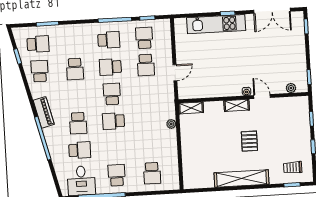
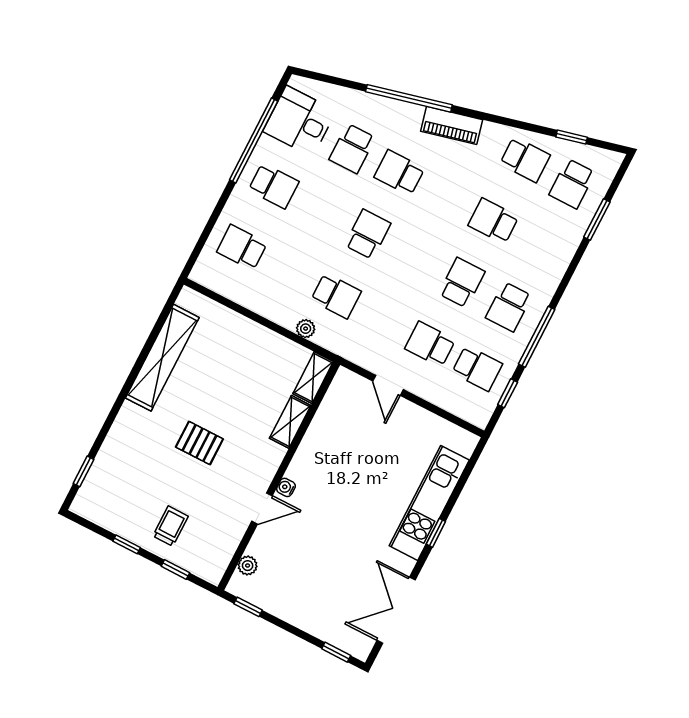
school desk: (112, 94) -> (336, 296), moved
shelving: (237, 105) -> (290, 422), moved
trolley: (293, 167) -> (170, 526), moved
shelving: (242, 178) -> (162, 358), moved

